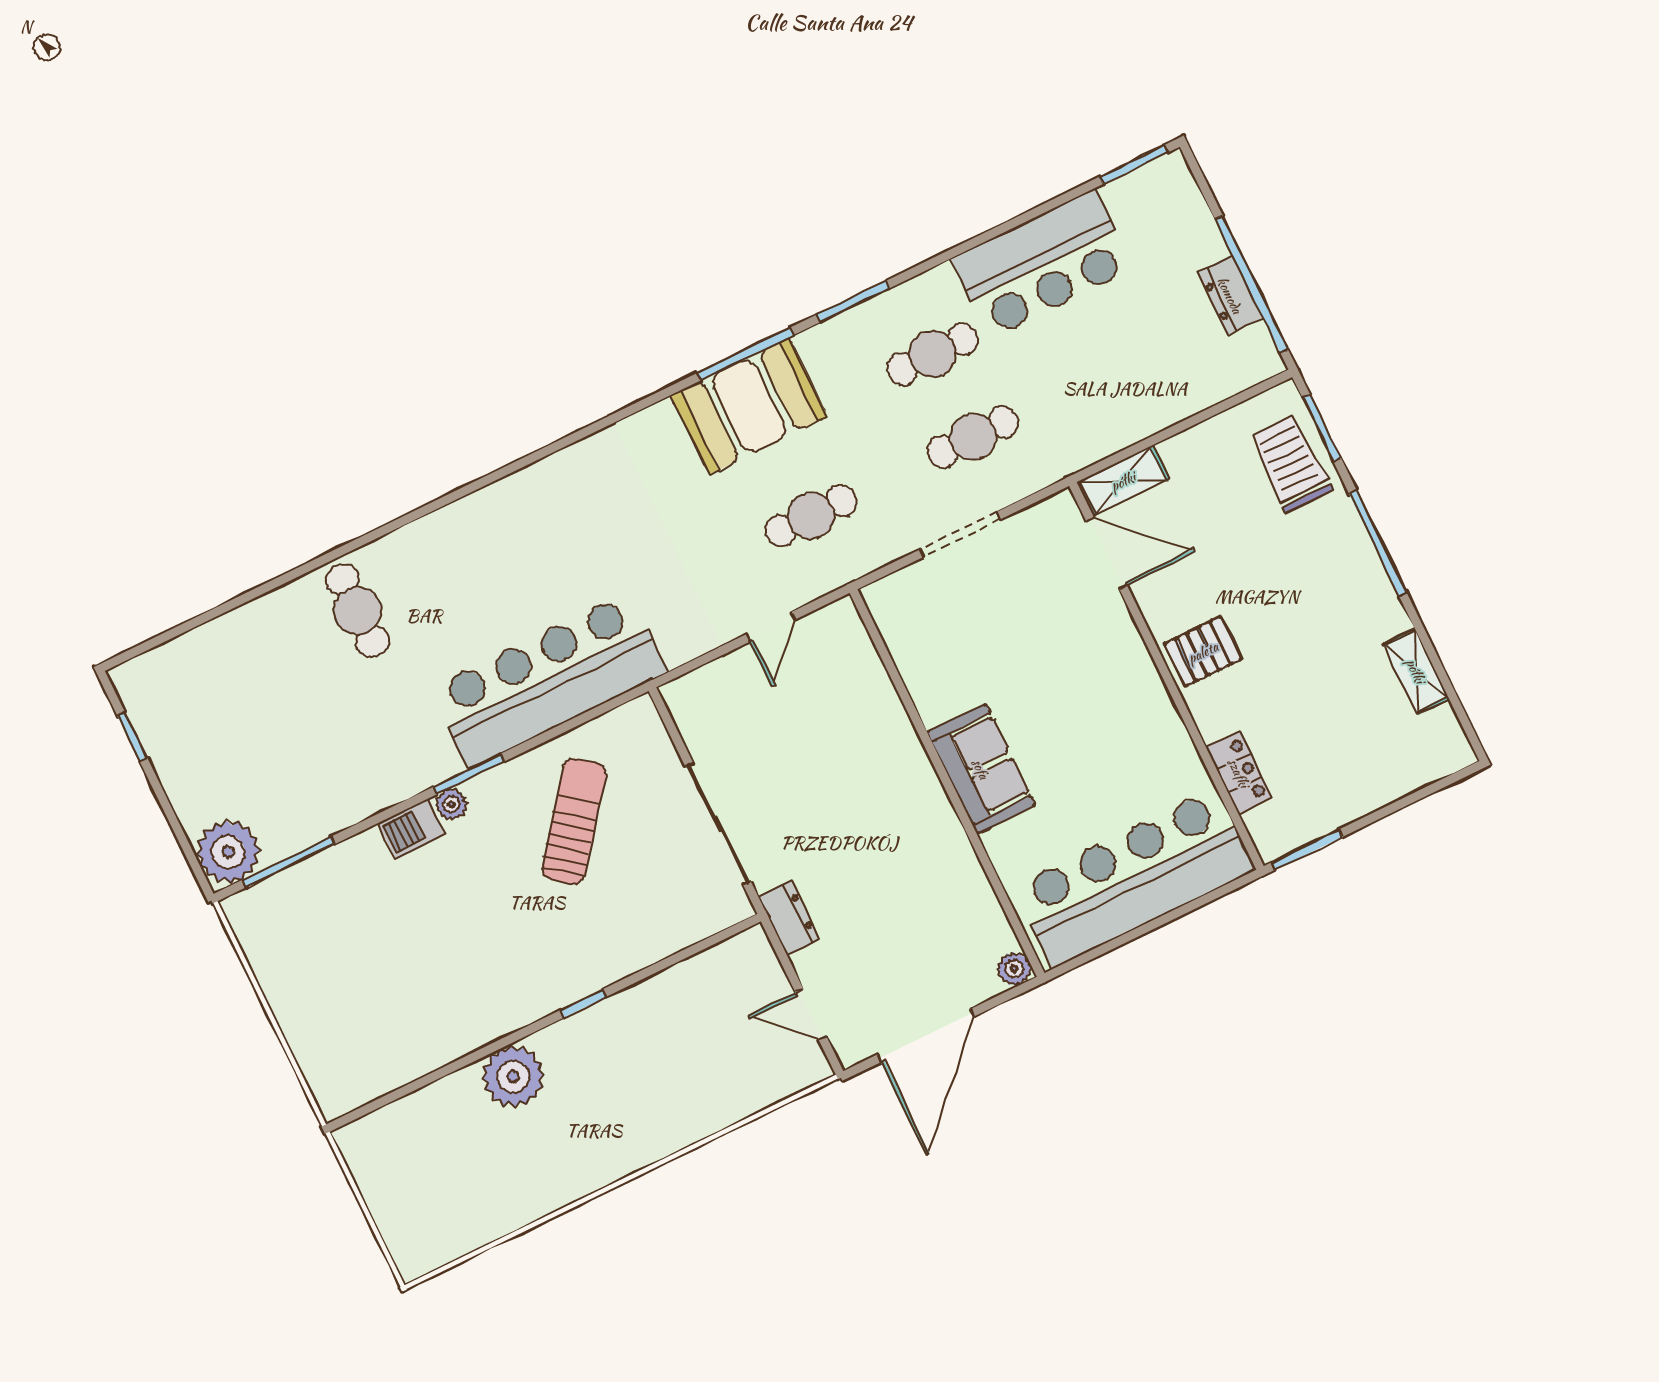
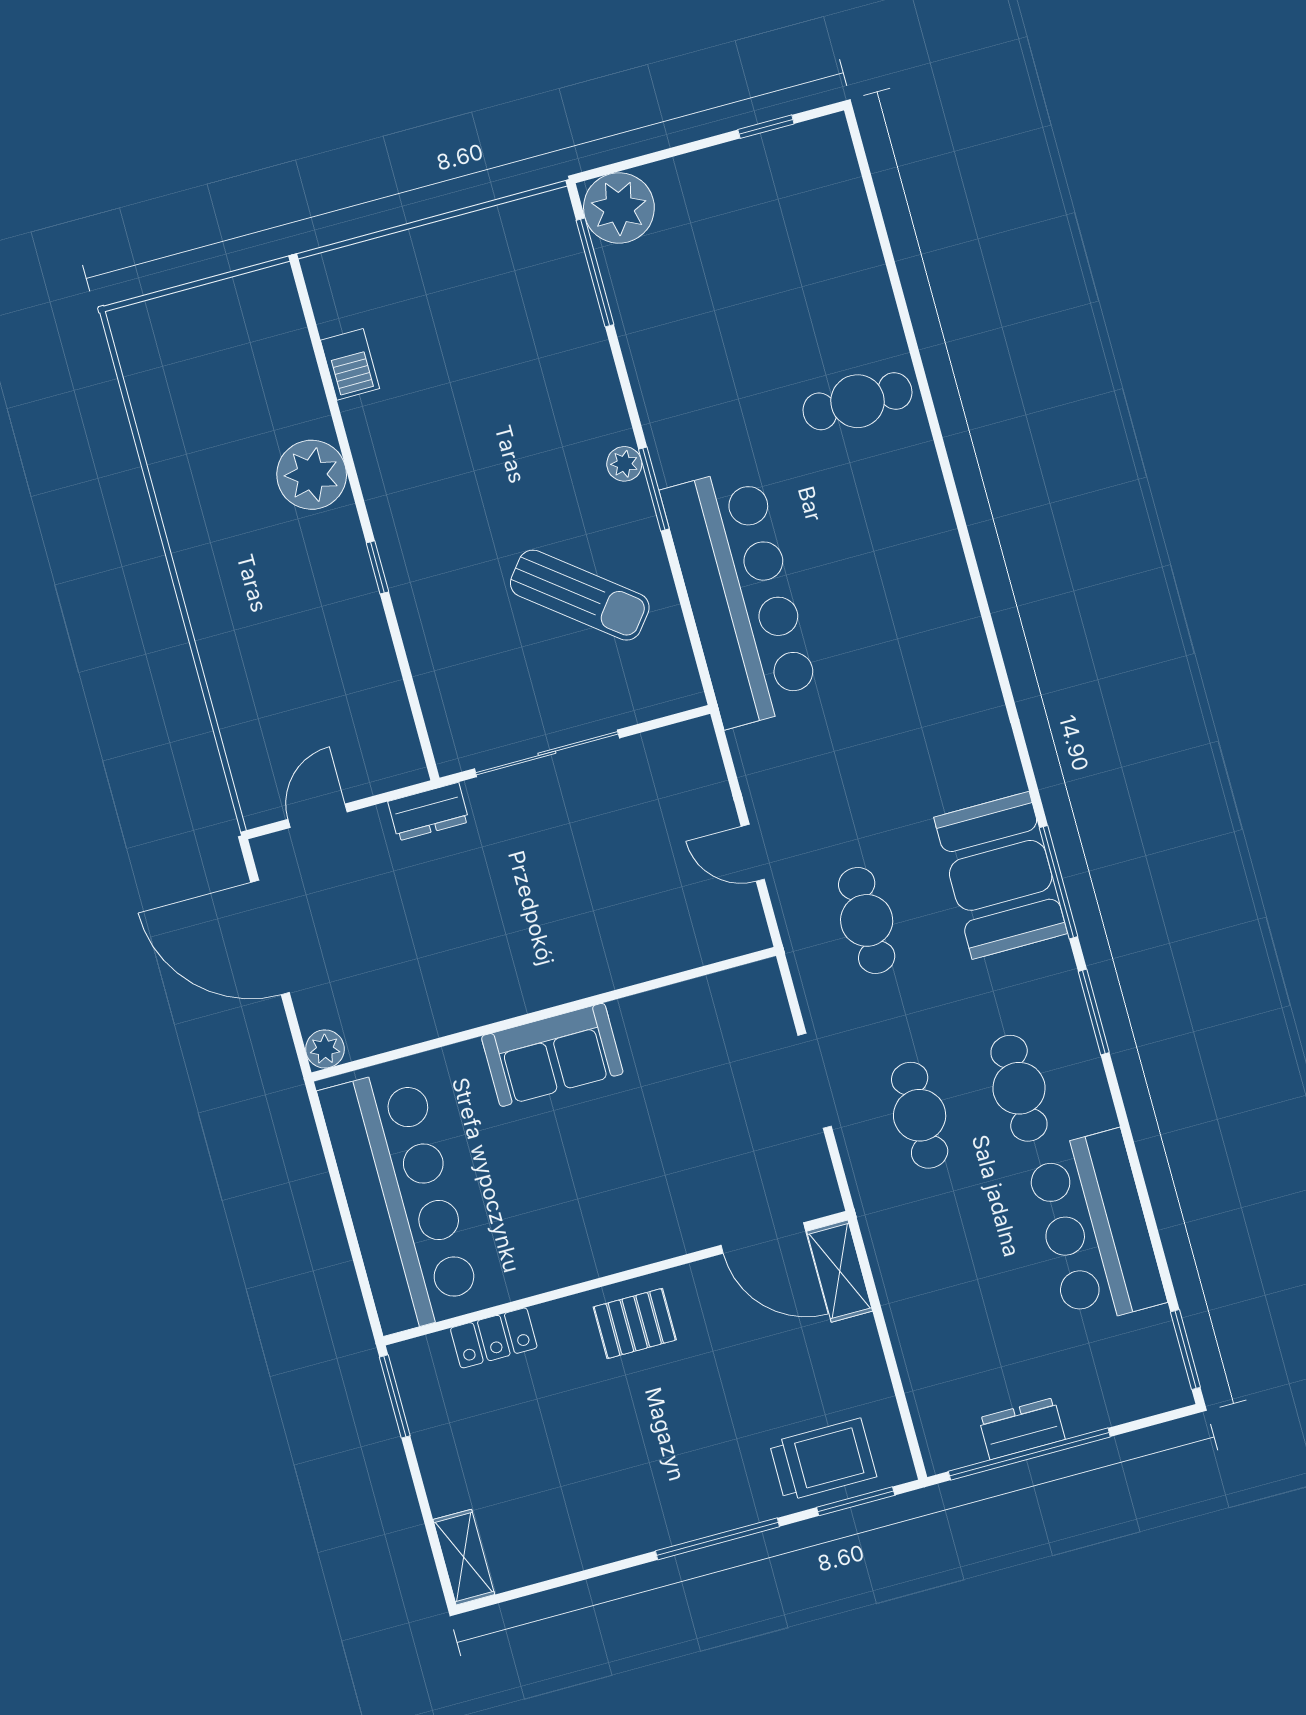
door: (1107, 553) -> (763, 1238), hinge flipped
pallet: (1203, 652) -> (635, 1323), turned 90
shelving: (1416, 671) -> (464, 1557), moved, turned 90
barbecue: (411, 829) -> (350, 364), moved, turned 180

